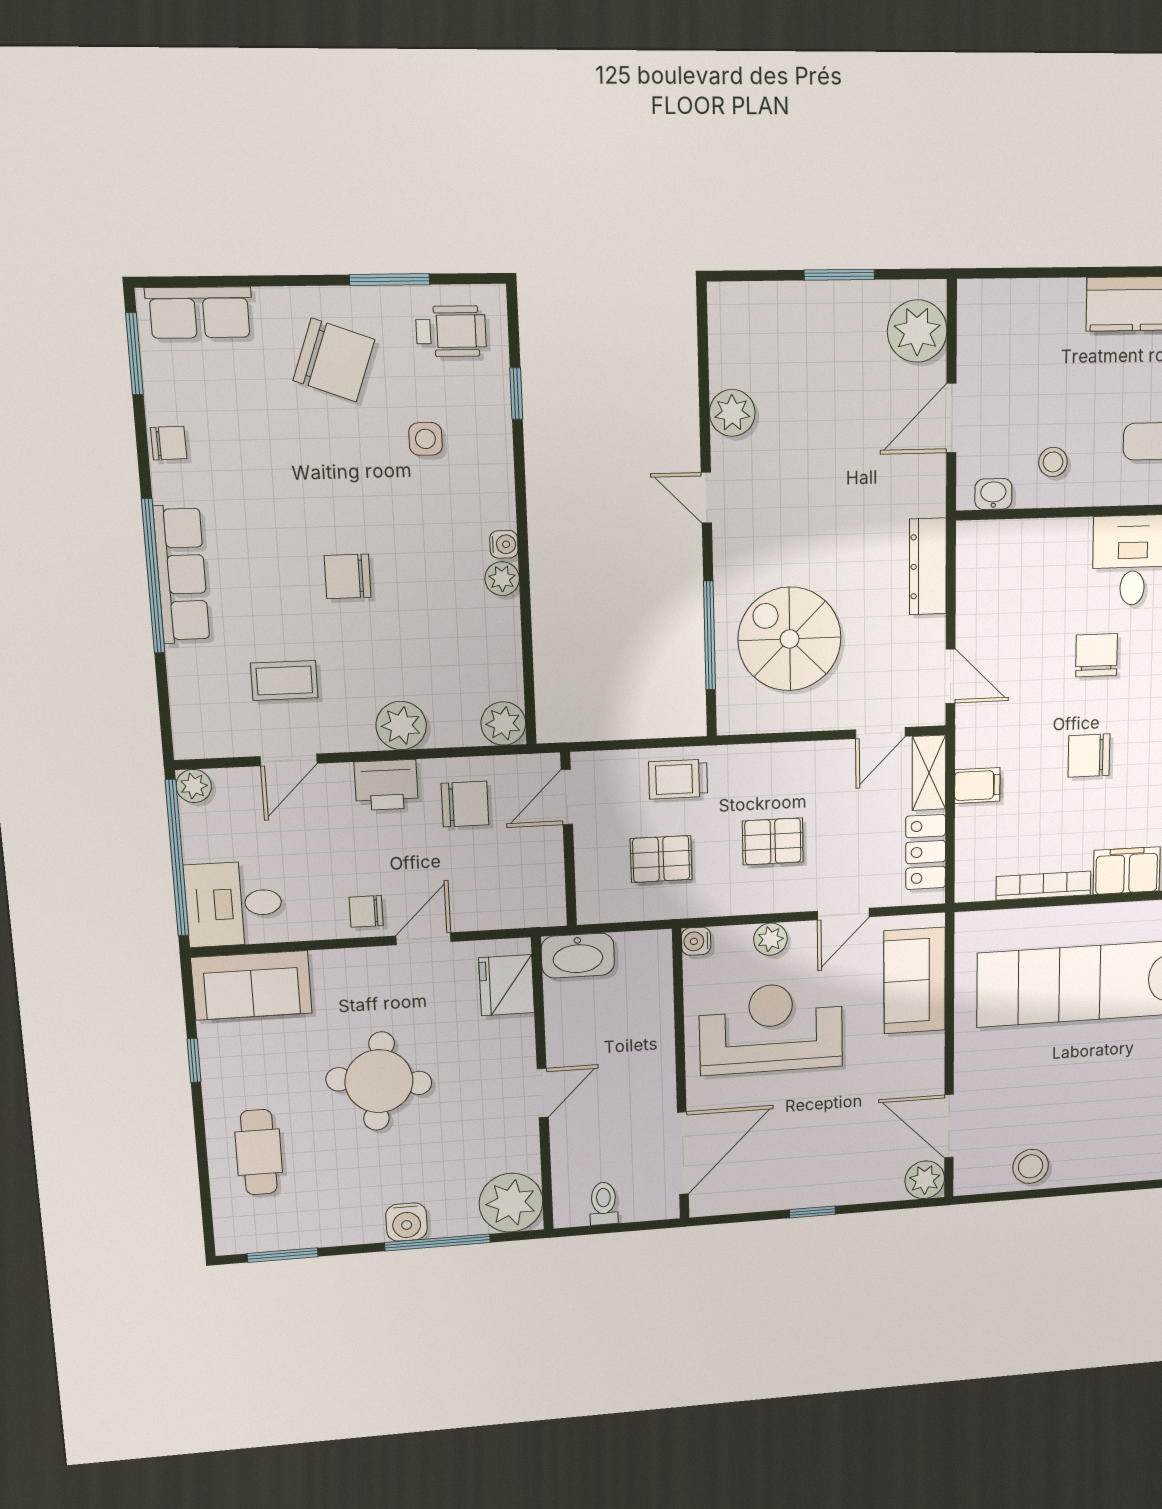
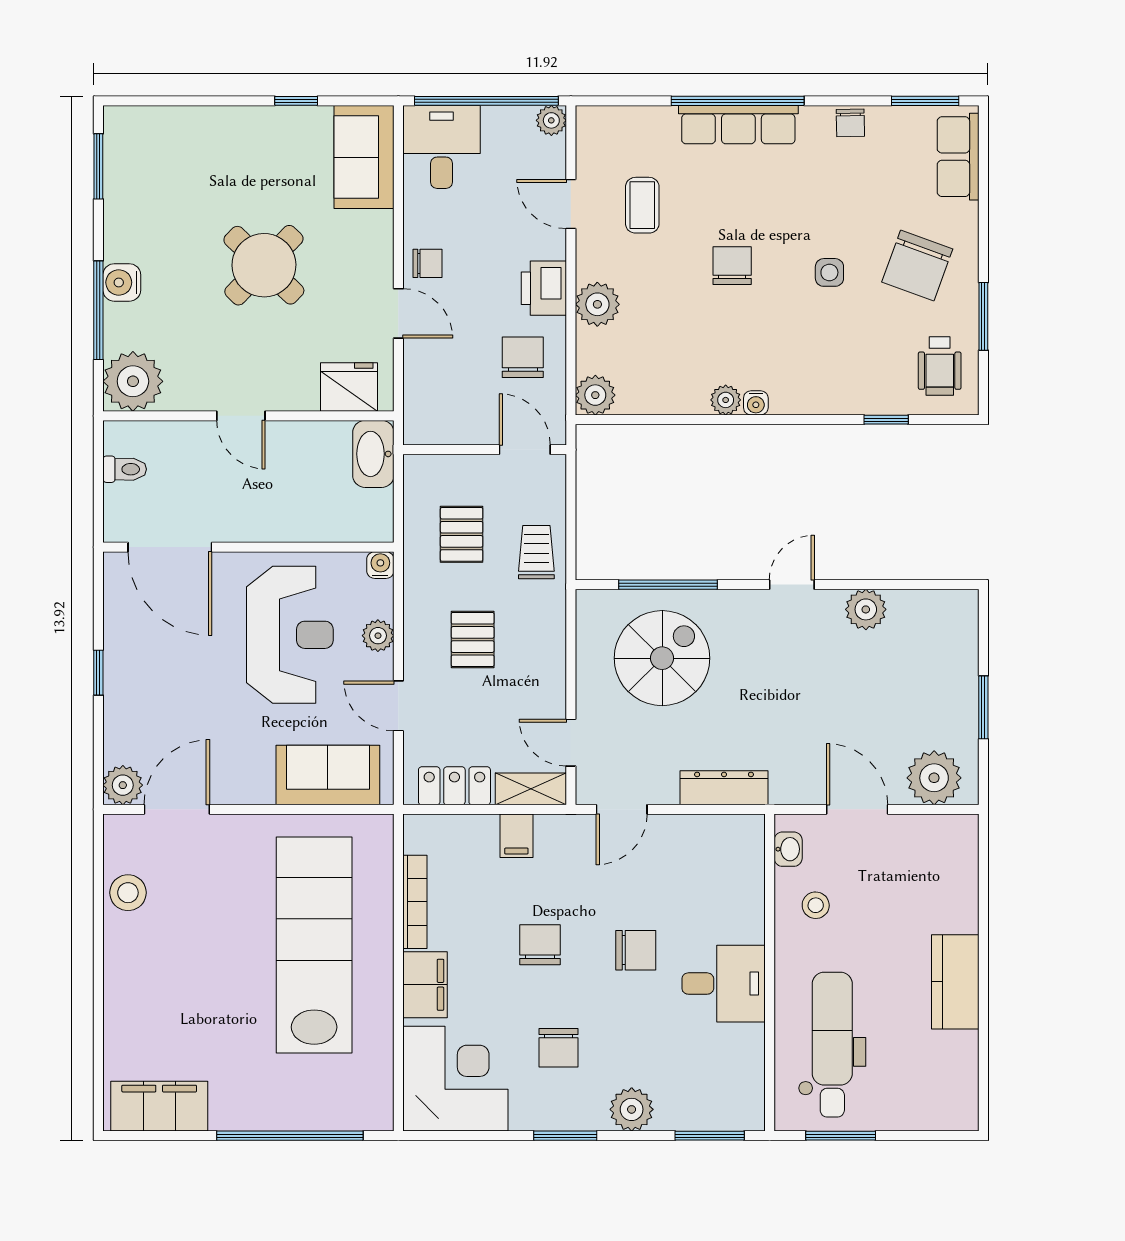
side table: (425, 439) -> (829, 272), moved
chair: (465, 804) -> (523, 357), turned 180
chair: (366, 911) -> (427, 263), turned 90
round table: (379, 1081) -> (264, 265), turned 37
cafe table: (259, 1152) -> (203, 152), removed

